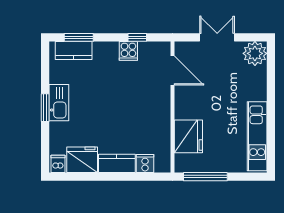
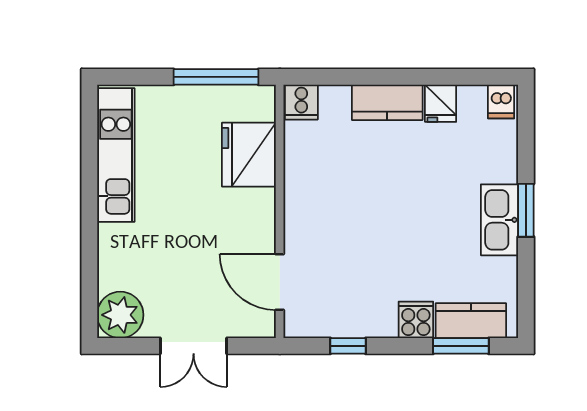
cooker: (128, 51) -> (416, 320), moved
fridge: (82, 160) -> (441, 103), width x0.53, depth x0.75
cooker: (145, 164) -> (301, 102), moved

